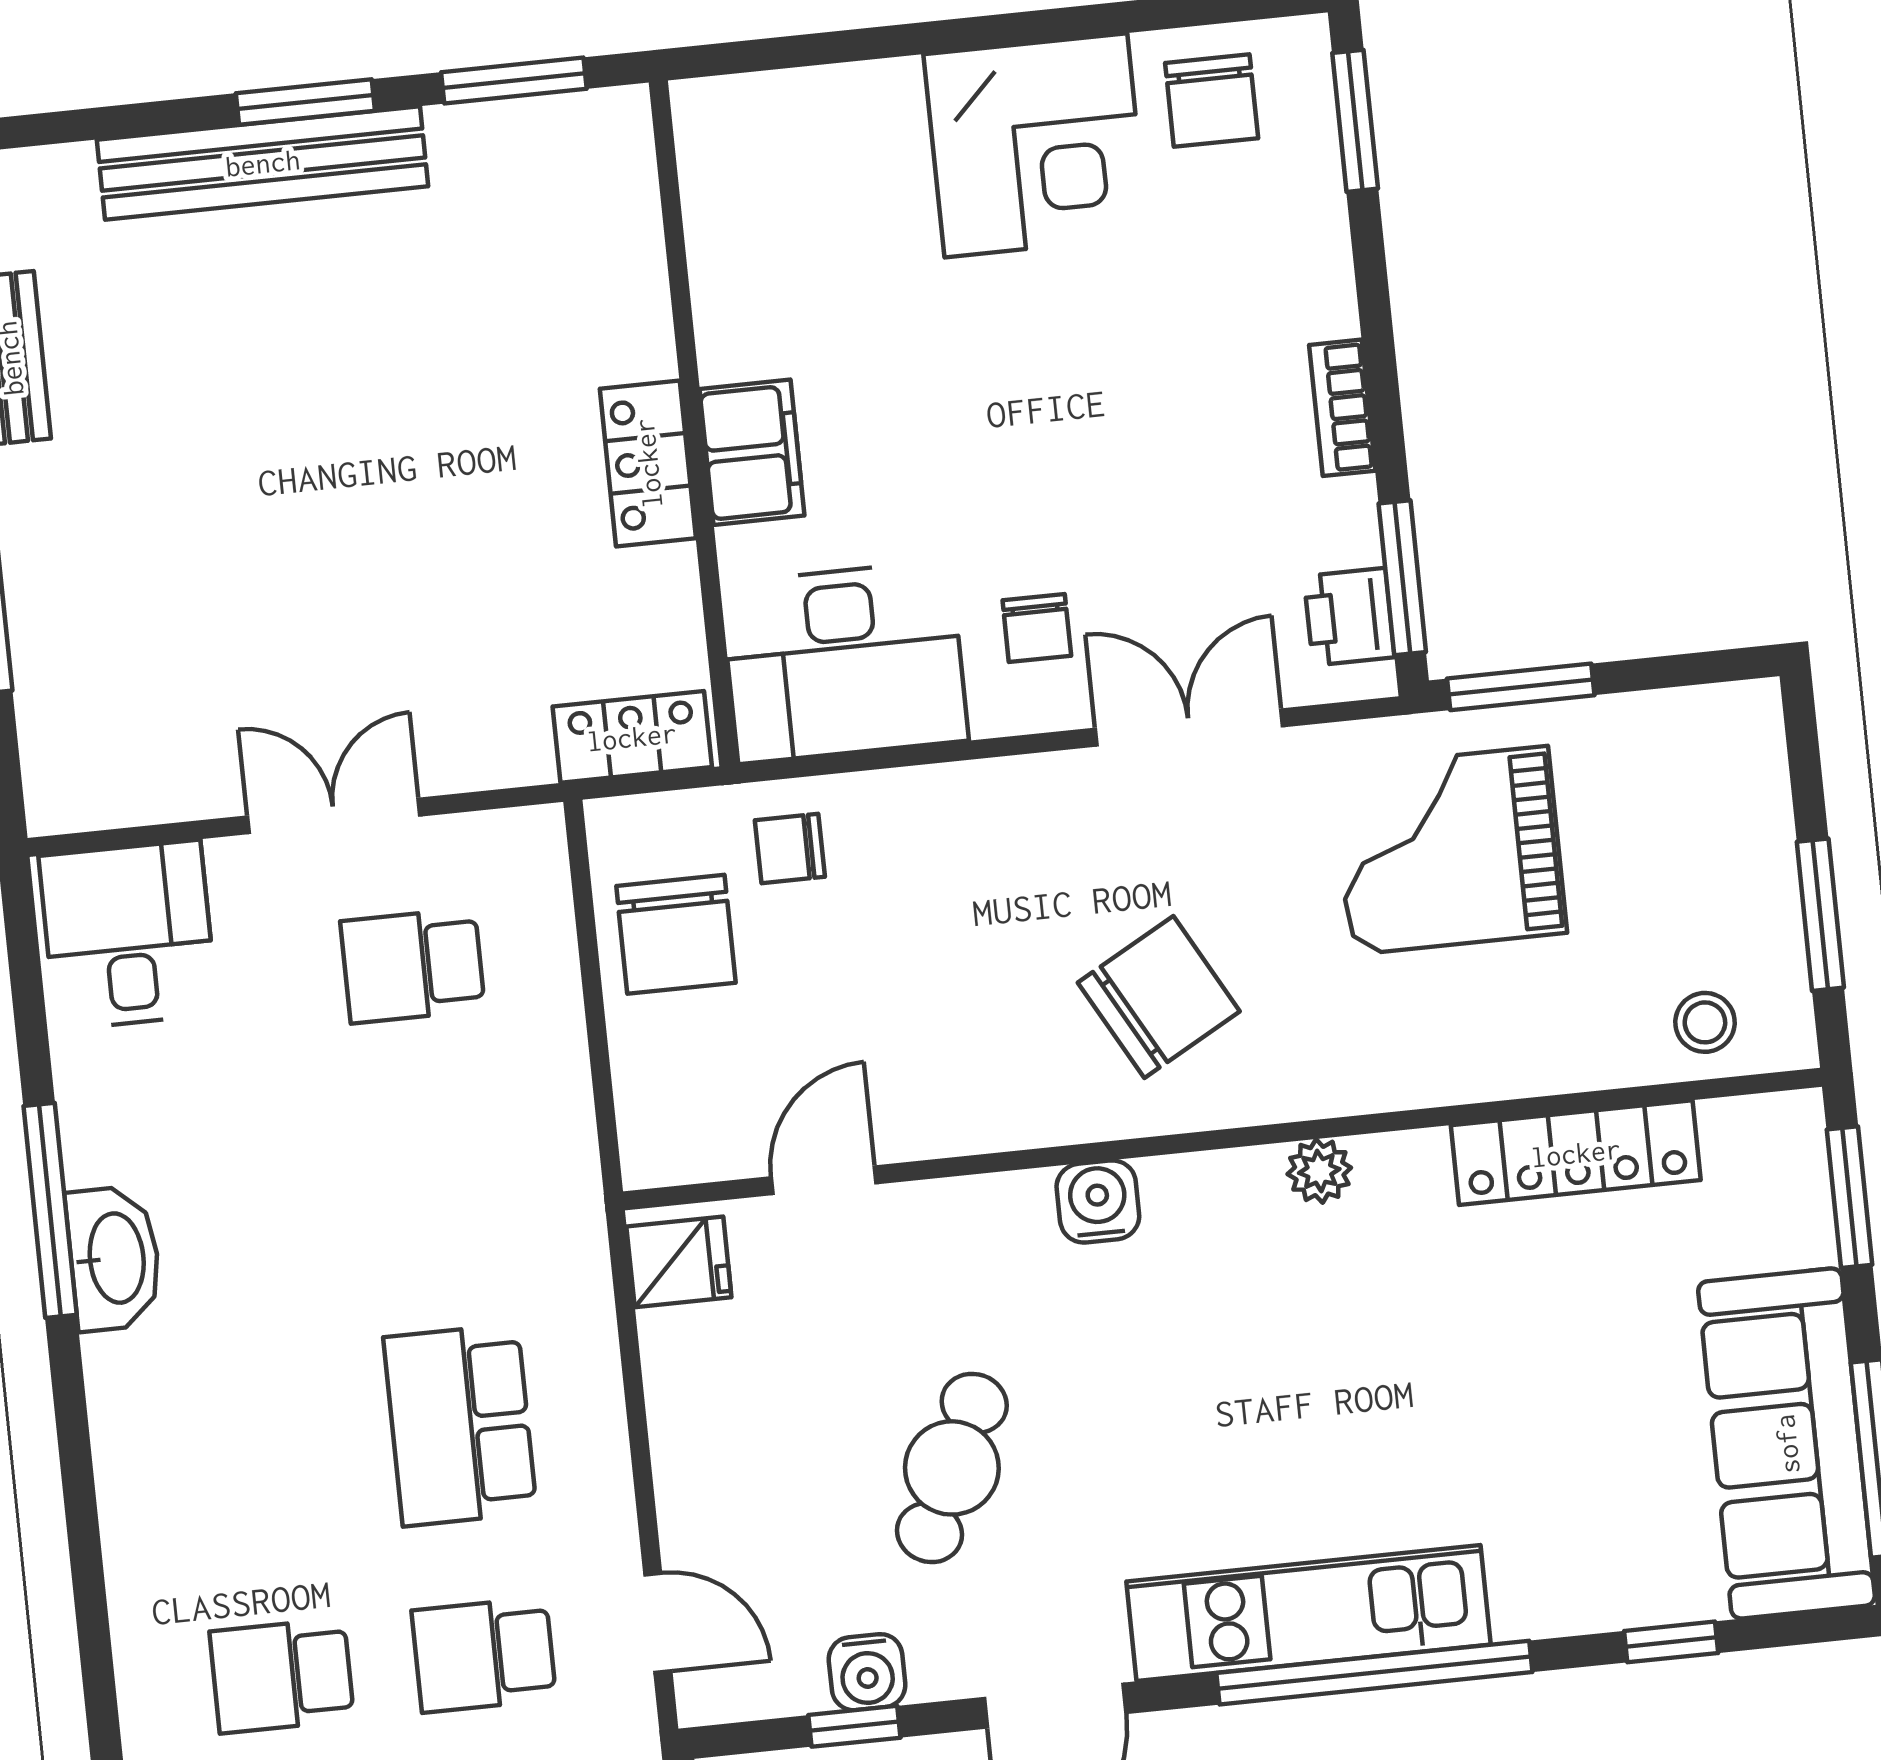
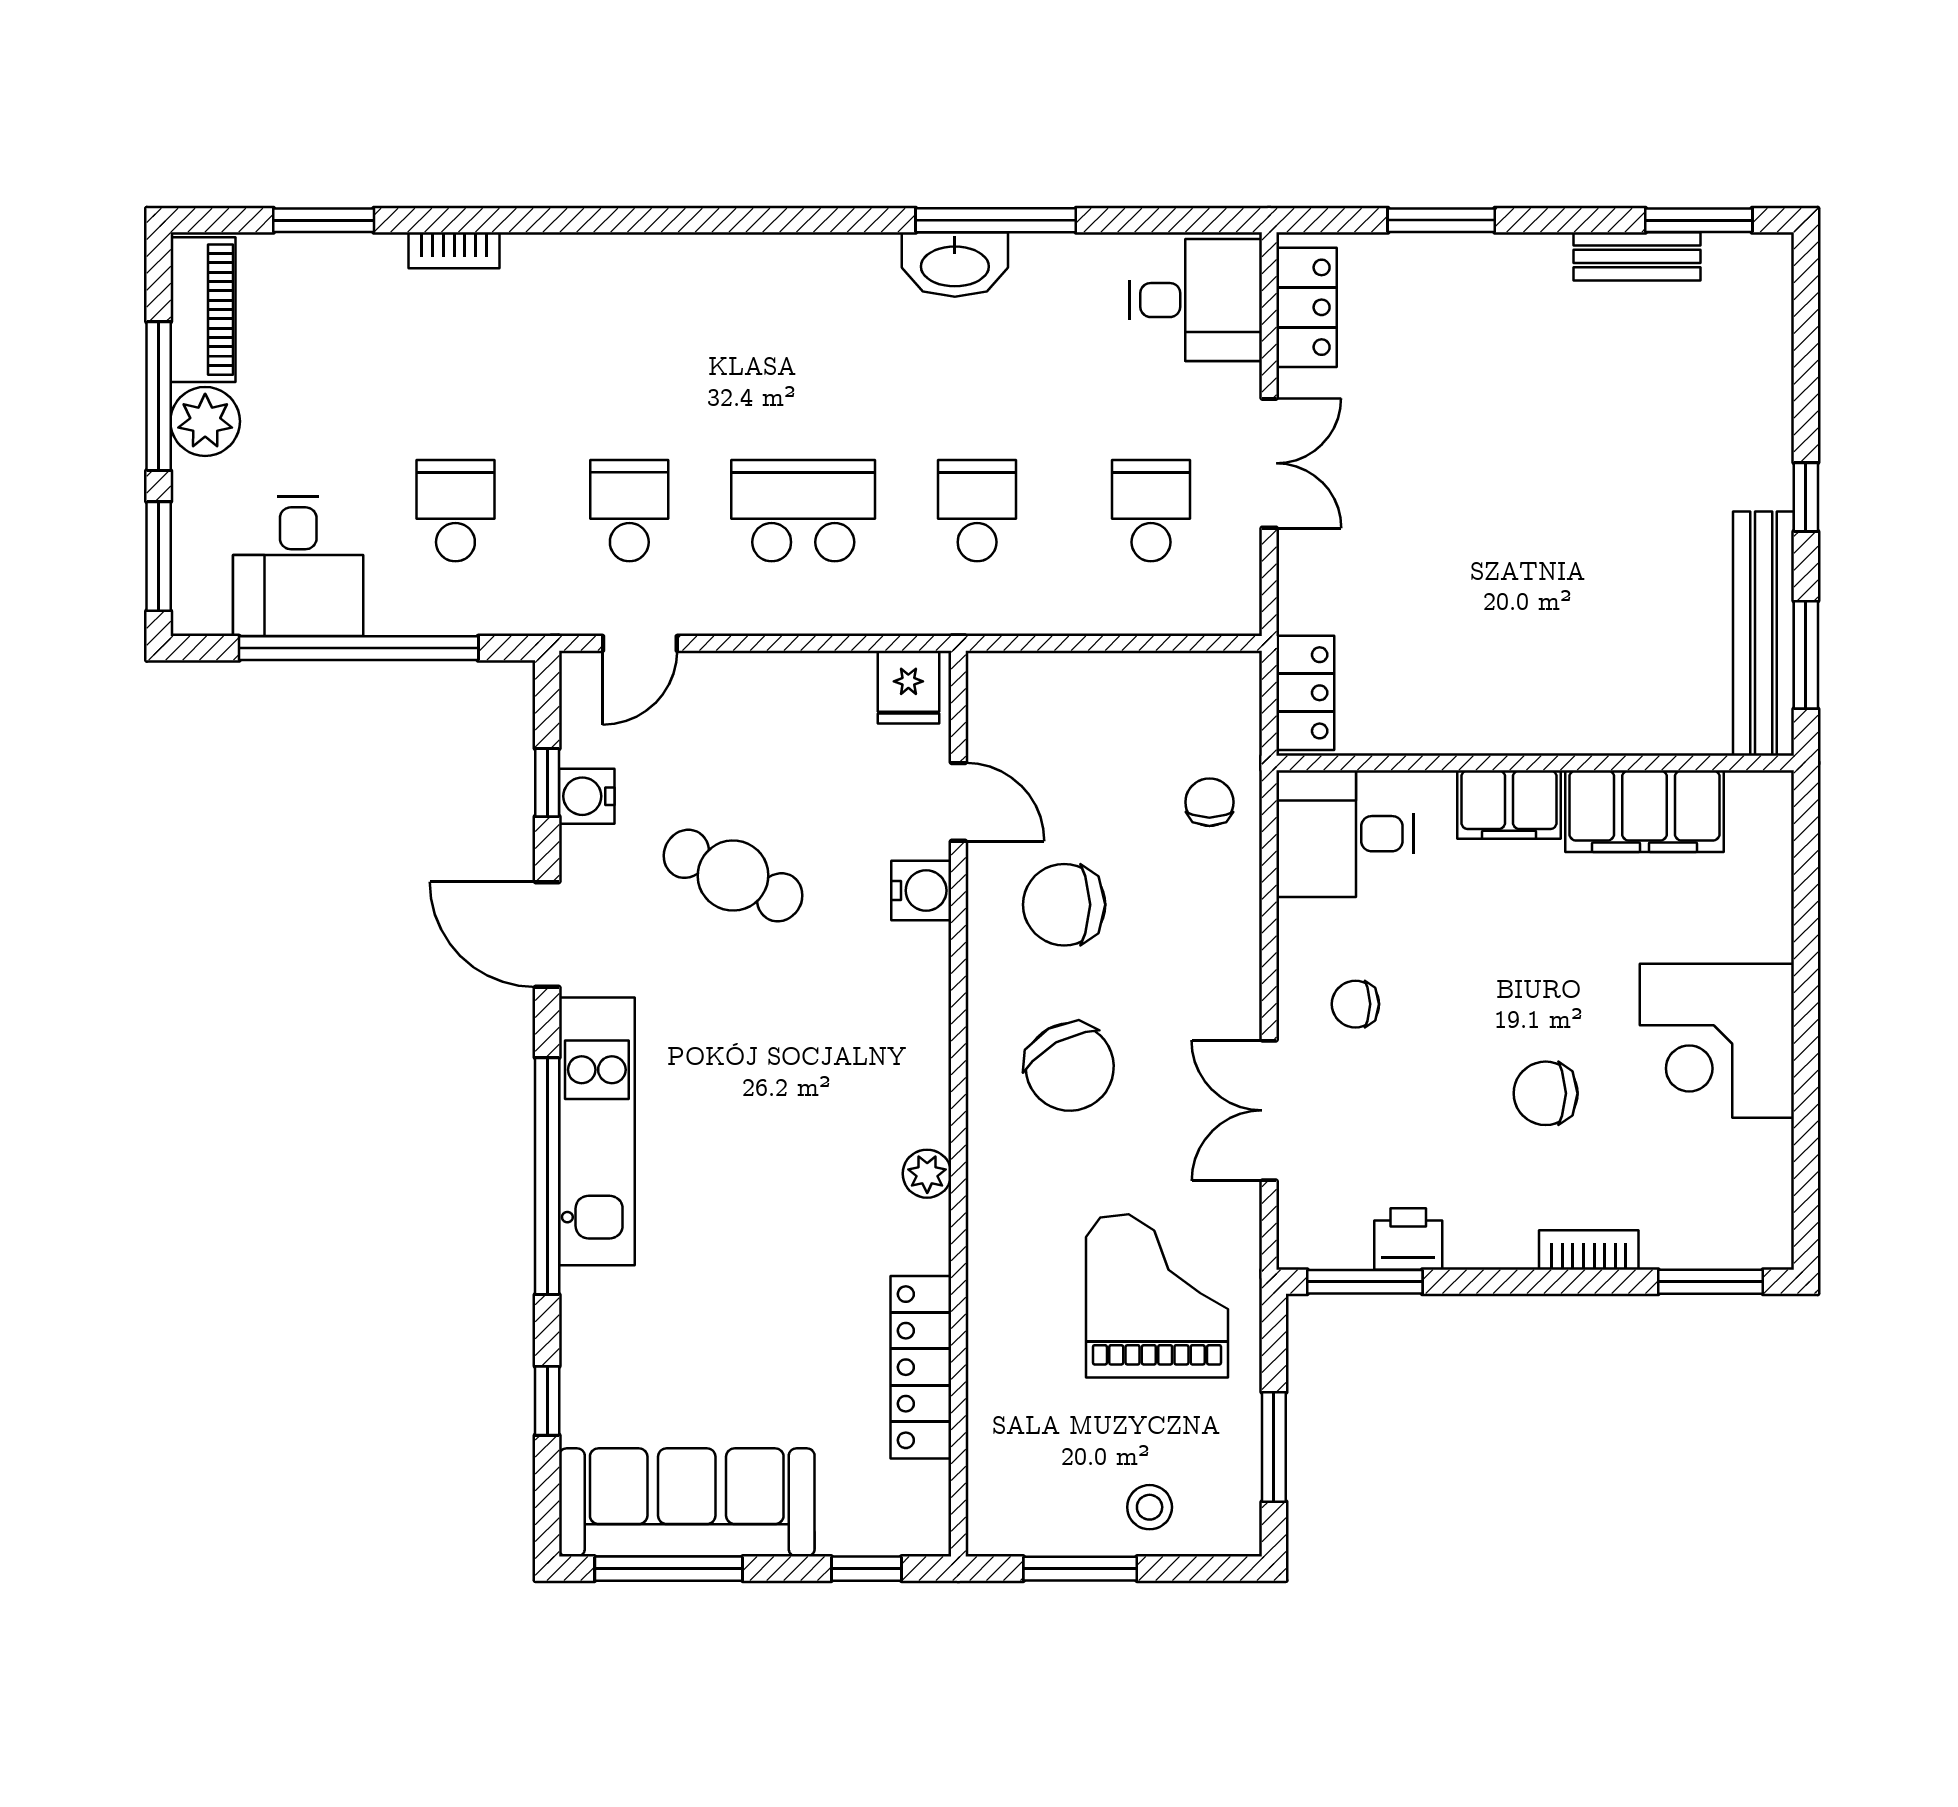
chair: (1212, 101) -> (1546, 1093), moved
window: (305, 102) -> (1806, 497), width x0.67
bench: (263, 163) -> (1764, 634), moved
filing cabinet: (742, 272) -> (1644, 811), added
bookcase: (1342, 408) -> (1589, 1250), moved
locker: (648, 463) -> (1306, 307), moved, turned 90
printer: (1349, 617) -> (1408, 1239), moved
desk: (844, 662) -> (1345, 834), width x0.73
window: (1521, 687) -> (1274, 1447), moved
double door: (1189, 727) -> (1269, 1110), swing flipped
chair: (676, 934) -> (1064, 905), moved
stool: (1705, 1022) -> (1150, 1507), moved
window: (1849, 1197) -> (866, 1569), width x0.67
water cooler: (1098, 1201) -> (921, 891), moved
school desk: (282, 1676) -> (977, 511), moved

